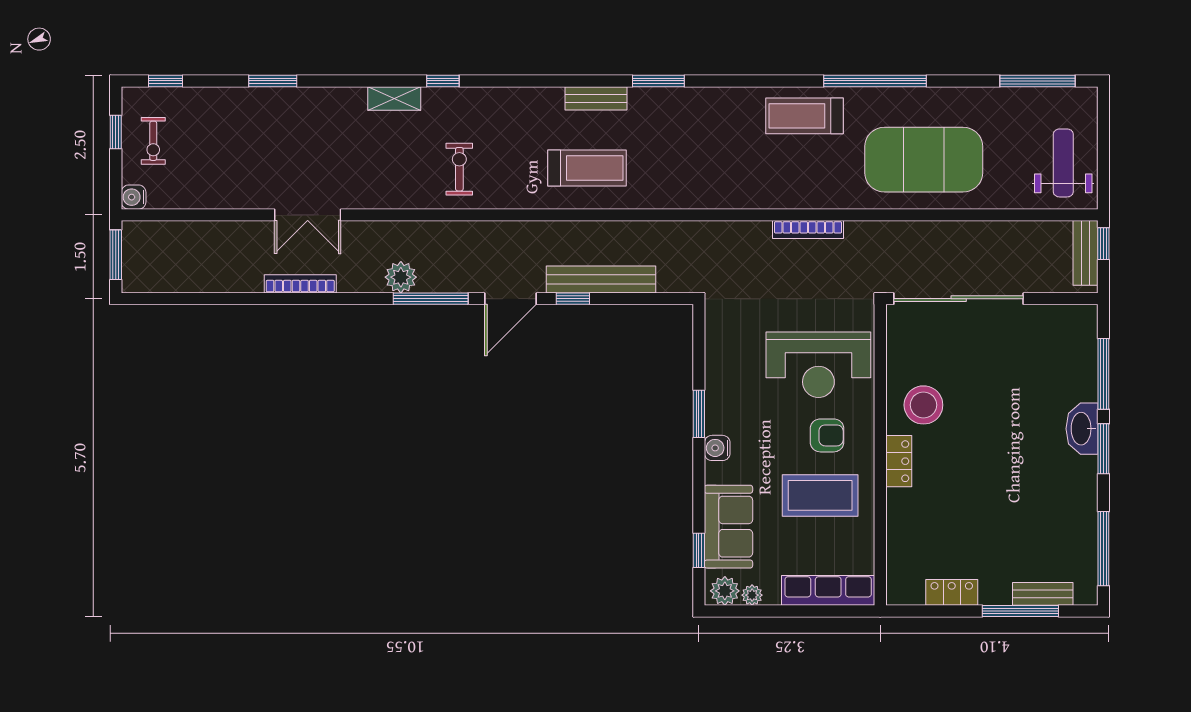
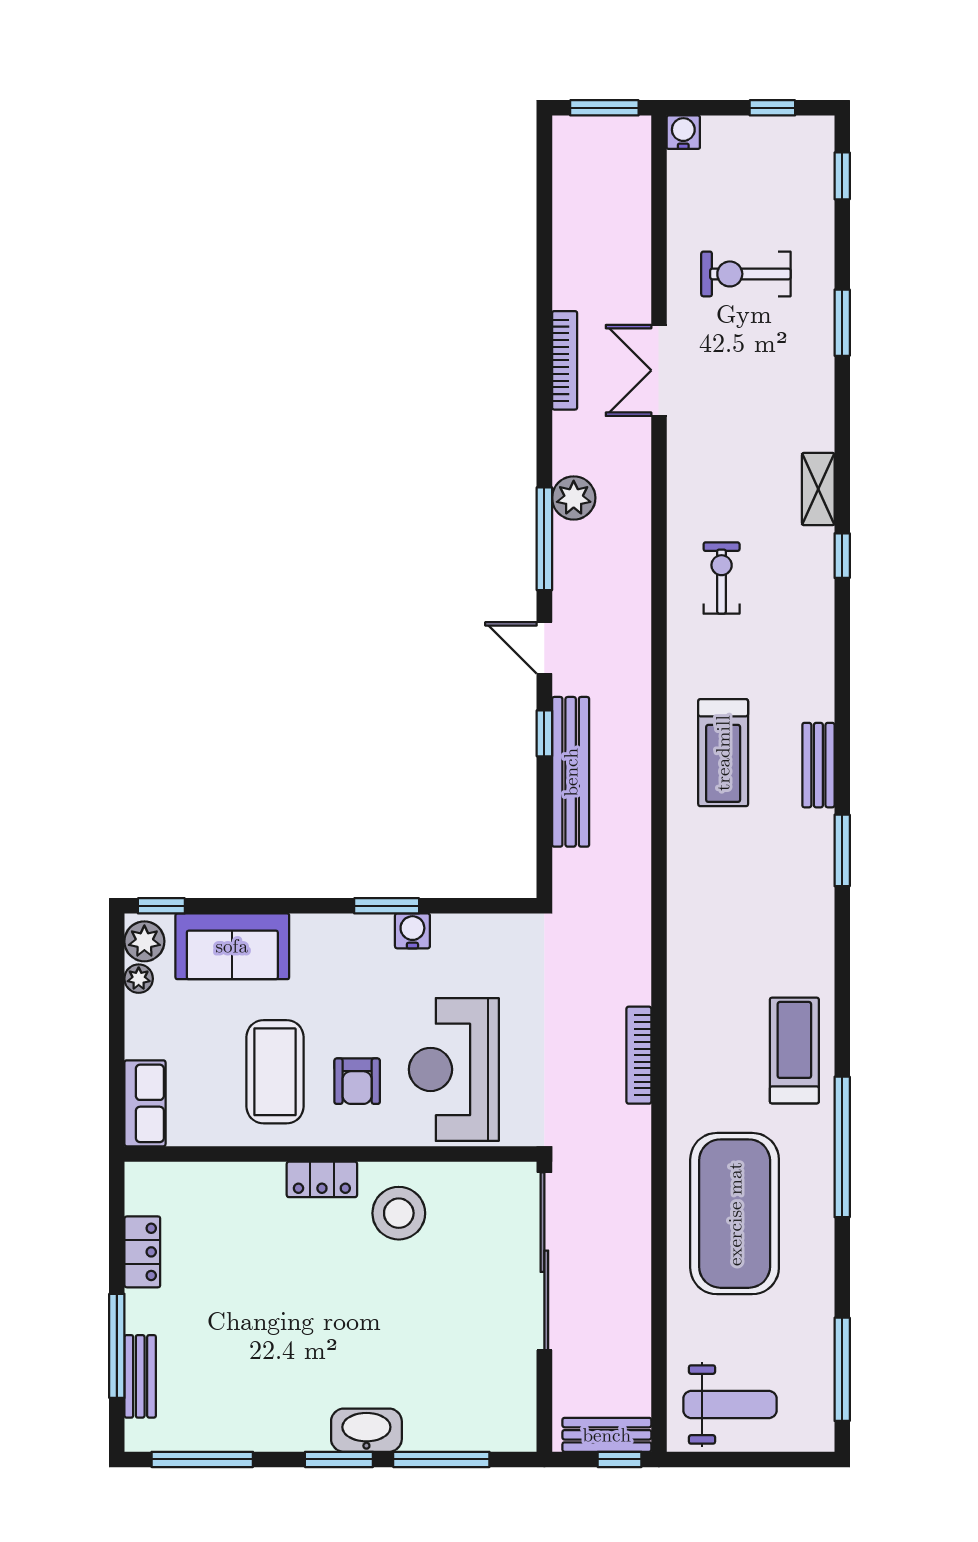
exercise bike: (153, 141) -> (746, 274), moved, width x1.38, depth x1.39
exercise bike: (459, 169) -> (722, 578), turned -90
door: (510, 299) -> (544, 648), width x0.73
water cooler: (717, 448) -> (412, 931), moved
window: (699, 550) -> (161, 906), moved
row of seats: (828, 590) -> (145, 1103), width x0.68

